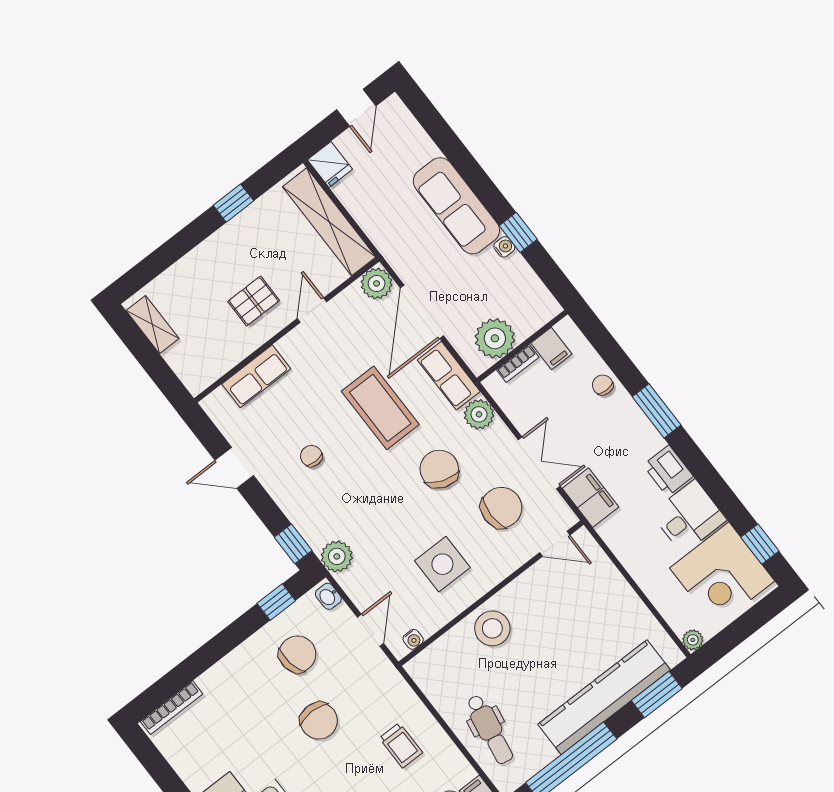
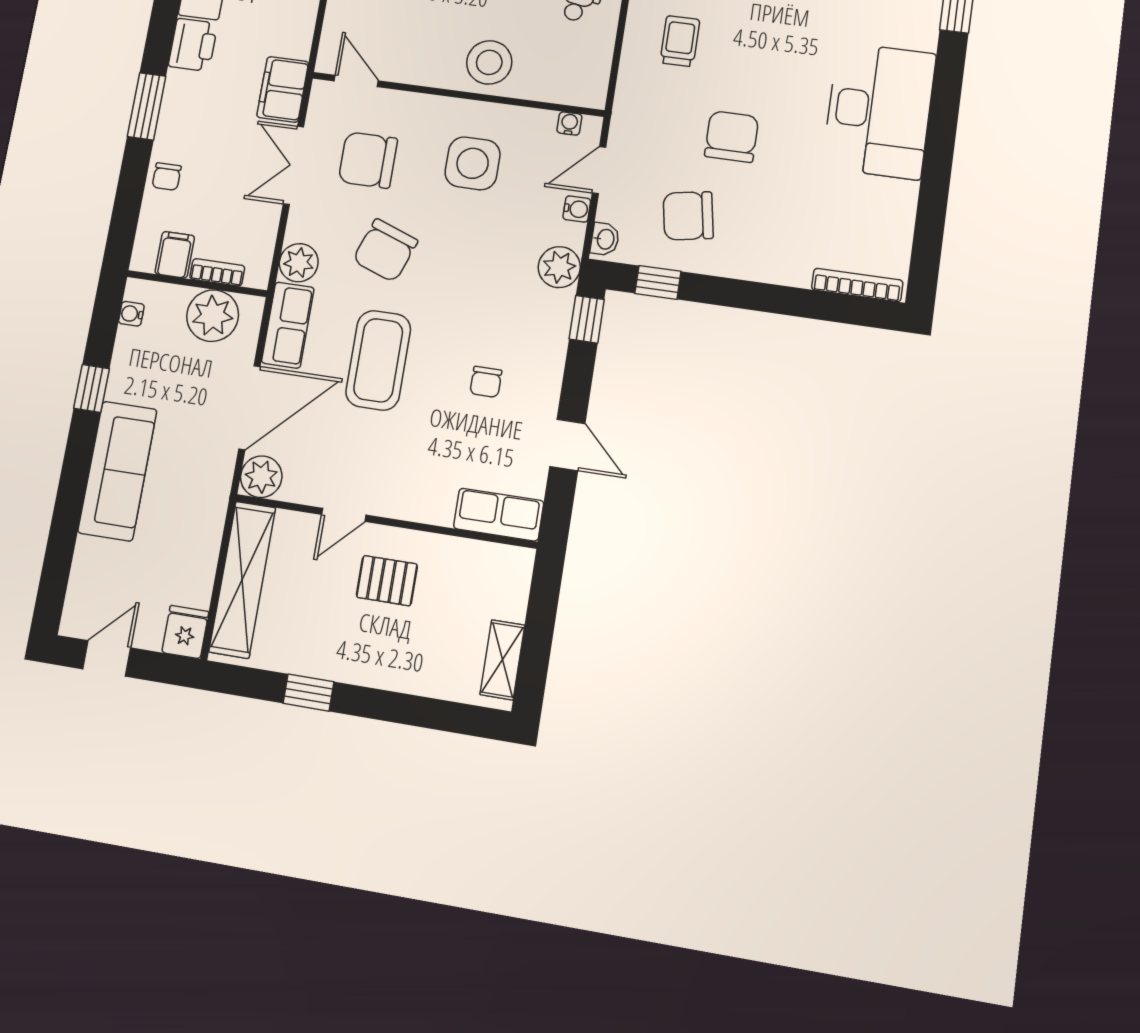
water cooler: (504, 247) -> (131, 314), moved
row of seats: (256, 376) -> (499, 515), moved
water cooler: (360, 597) -> (577, 209), added

